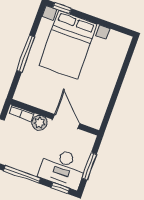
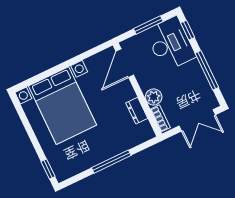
bed with nightstands: (68, 45) -> (63, 106), moved, turned 90
dresser: (42, 103) -> (137, 111), added
door: (66, 121) -> (125, 63), moved

